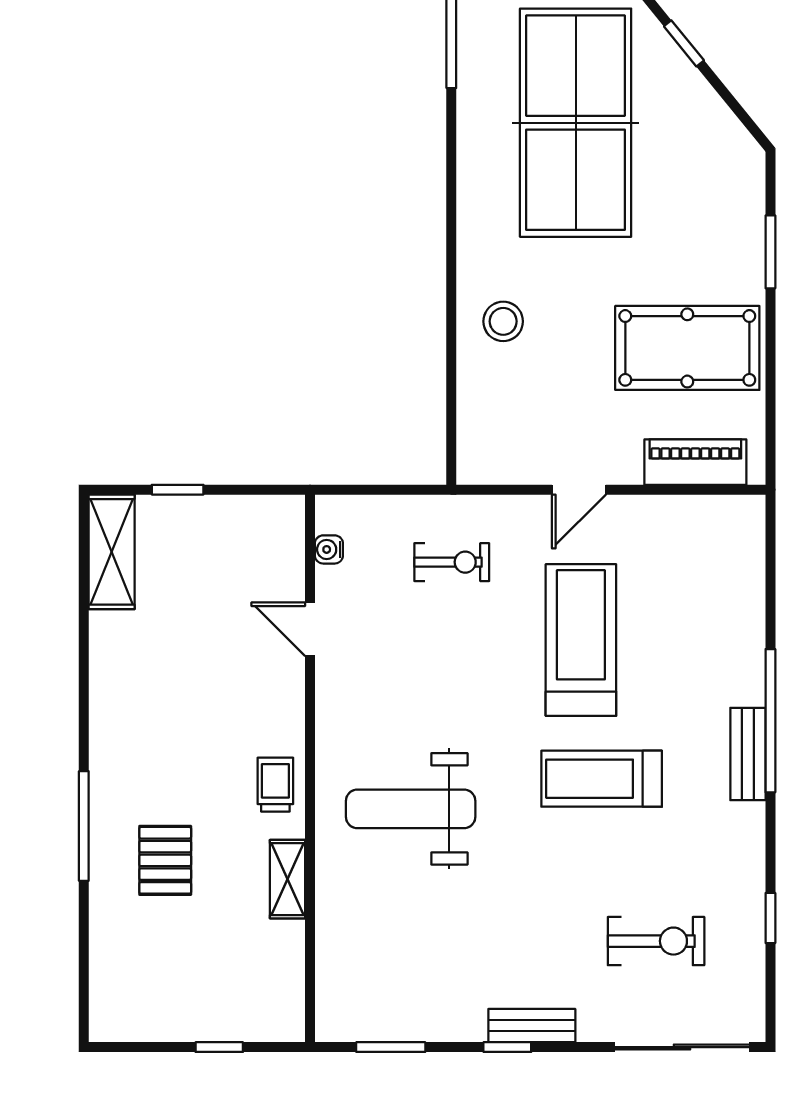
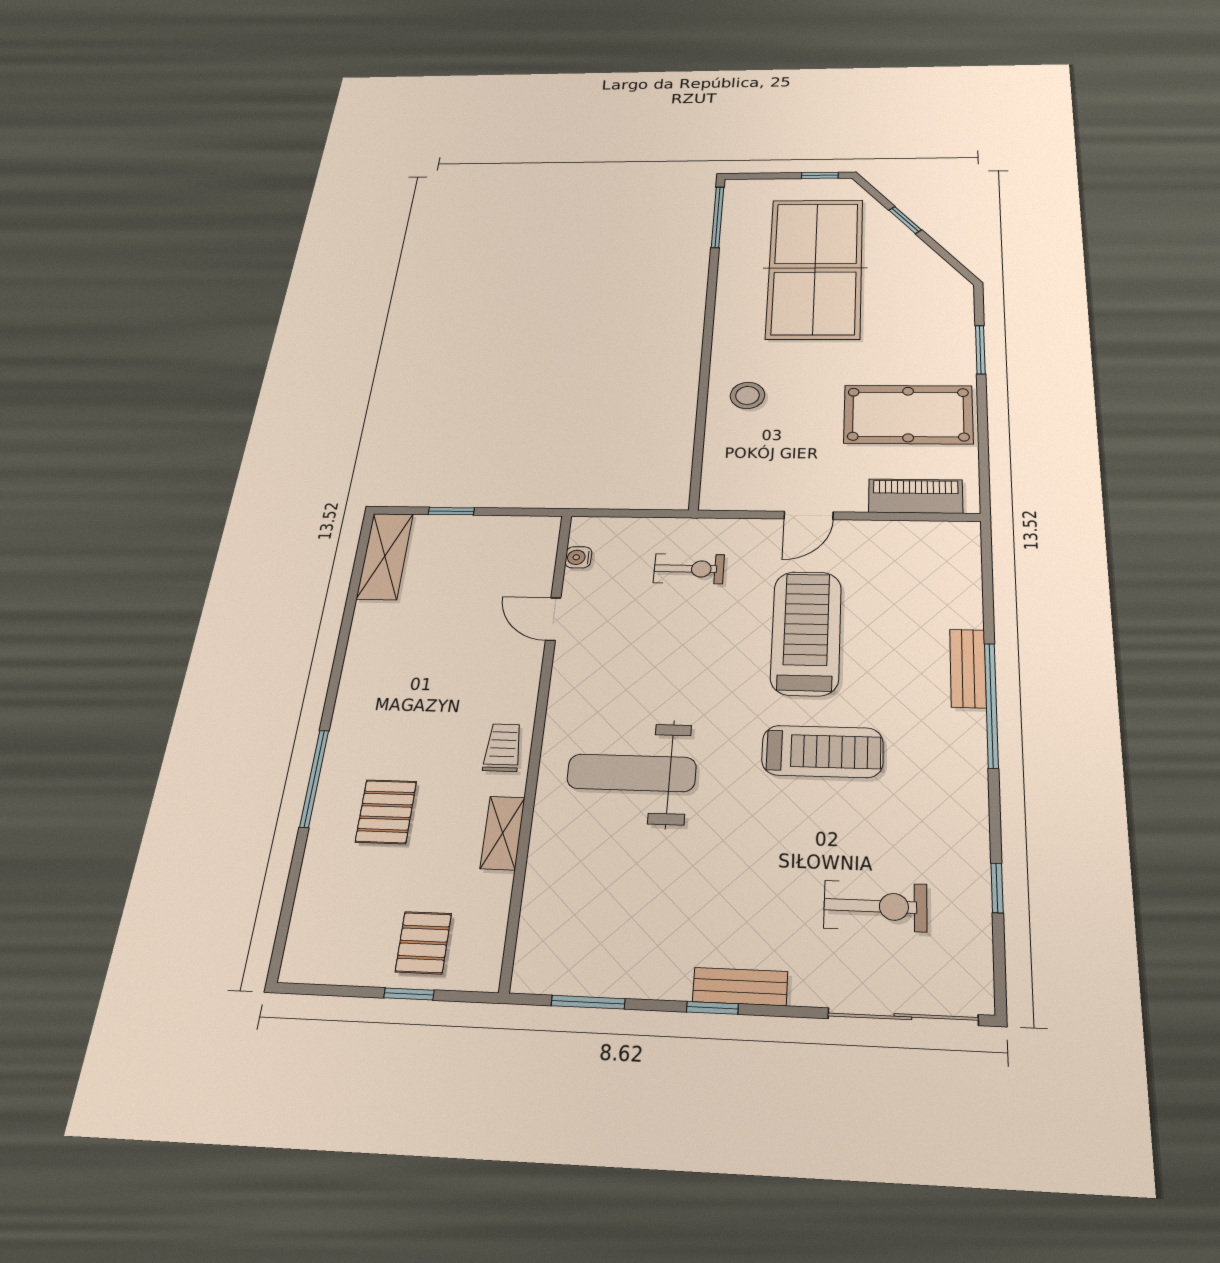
bench: (748, 754) -> (968, 668), moved
treadmill: (602, 779) -> (822, 751), turned 180
pallet: (225, 996) -> (423, 943), added

